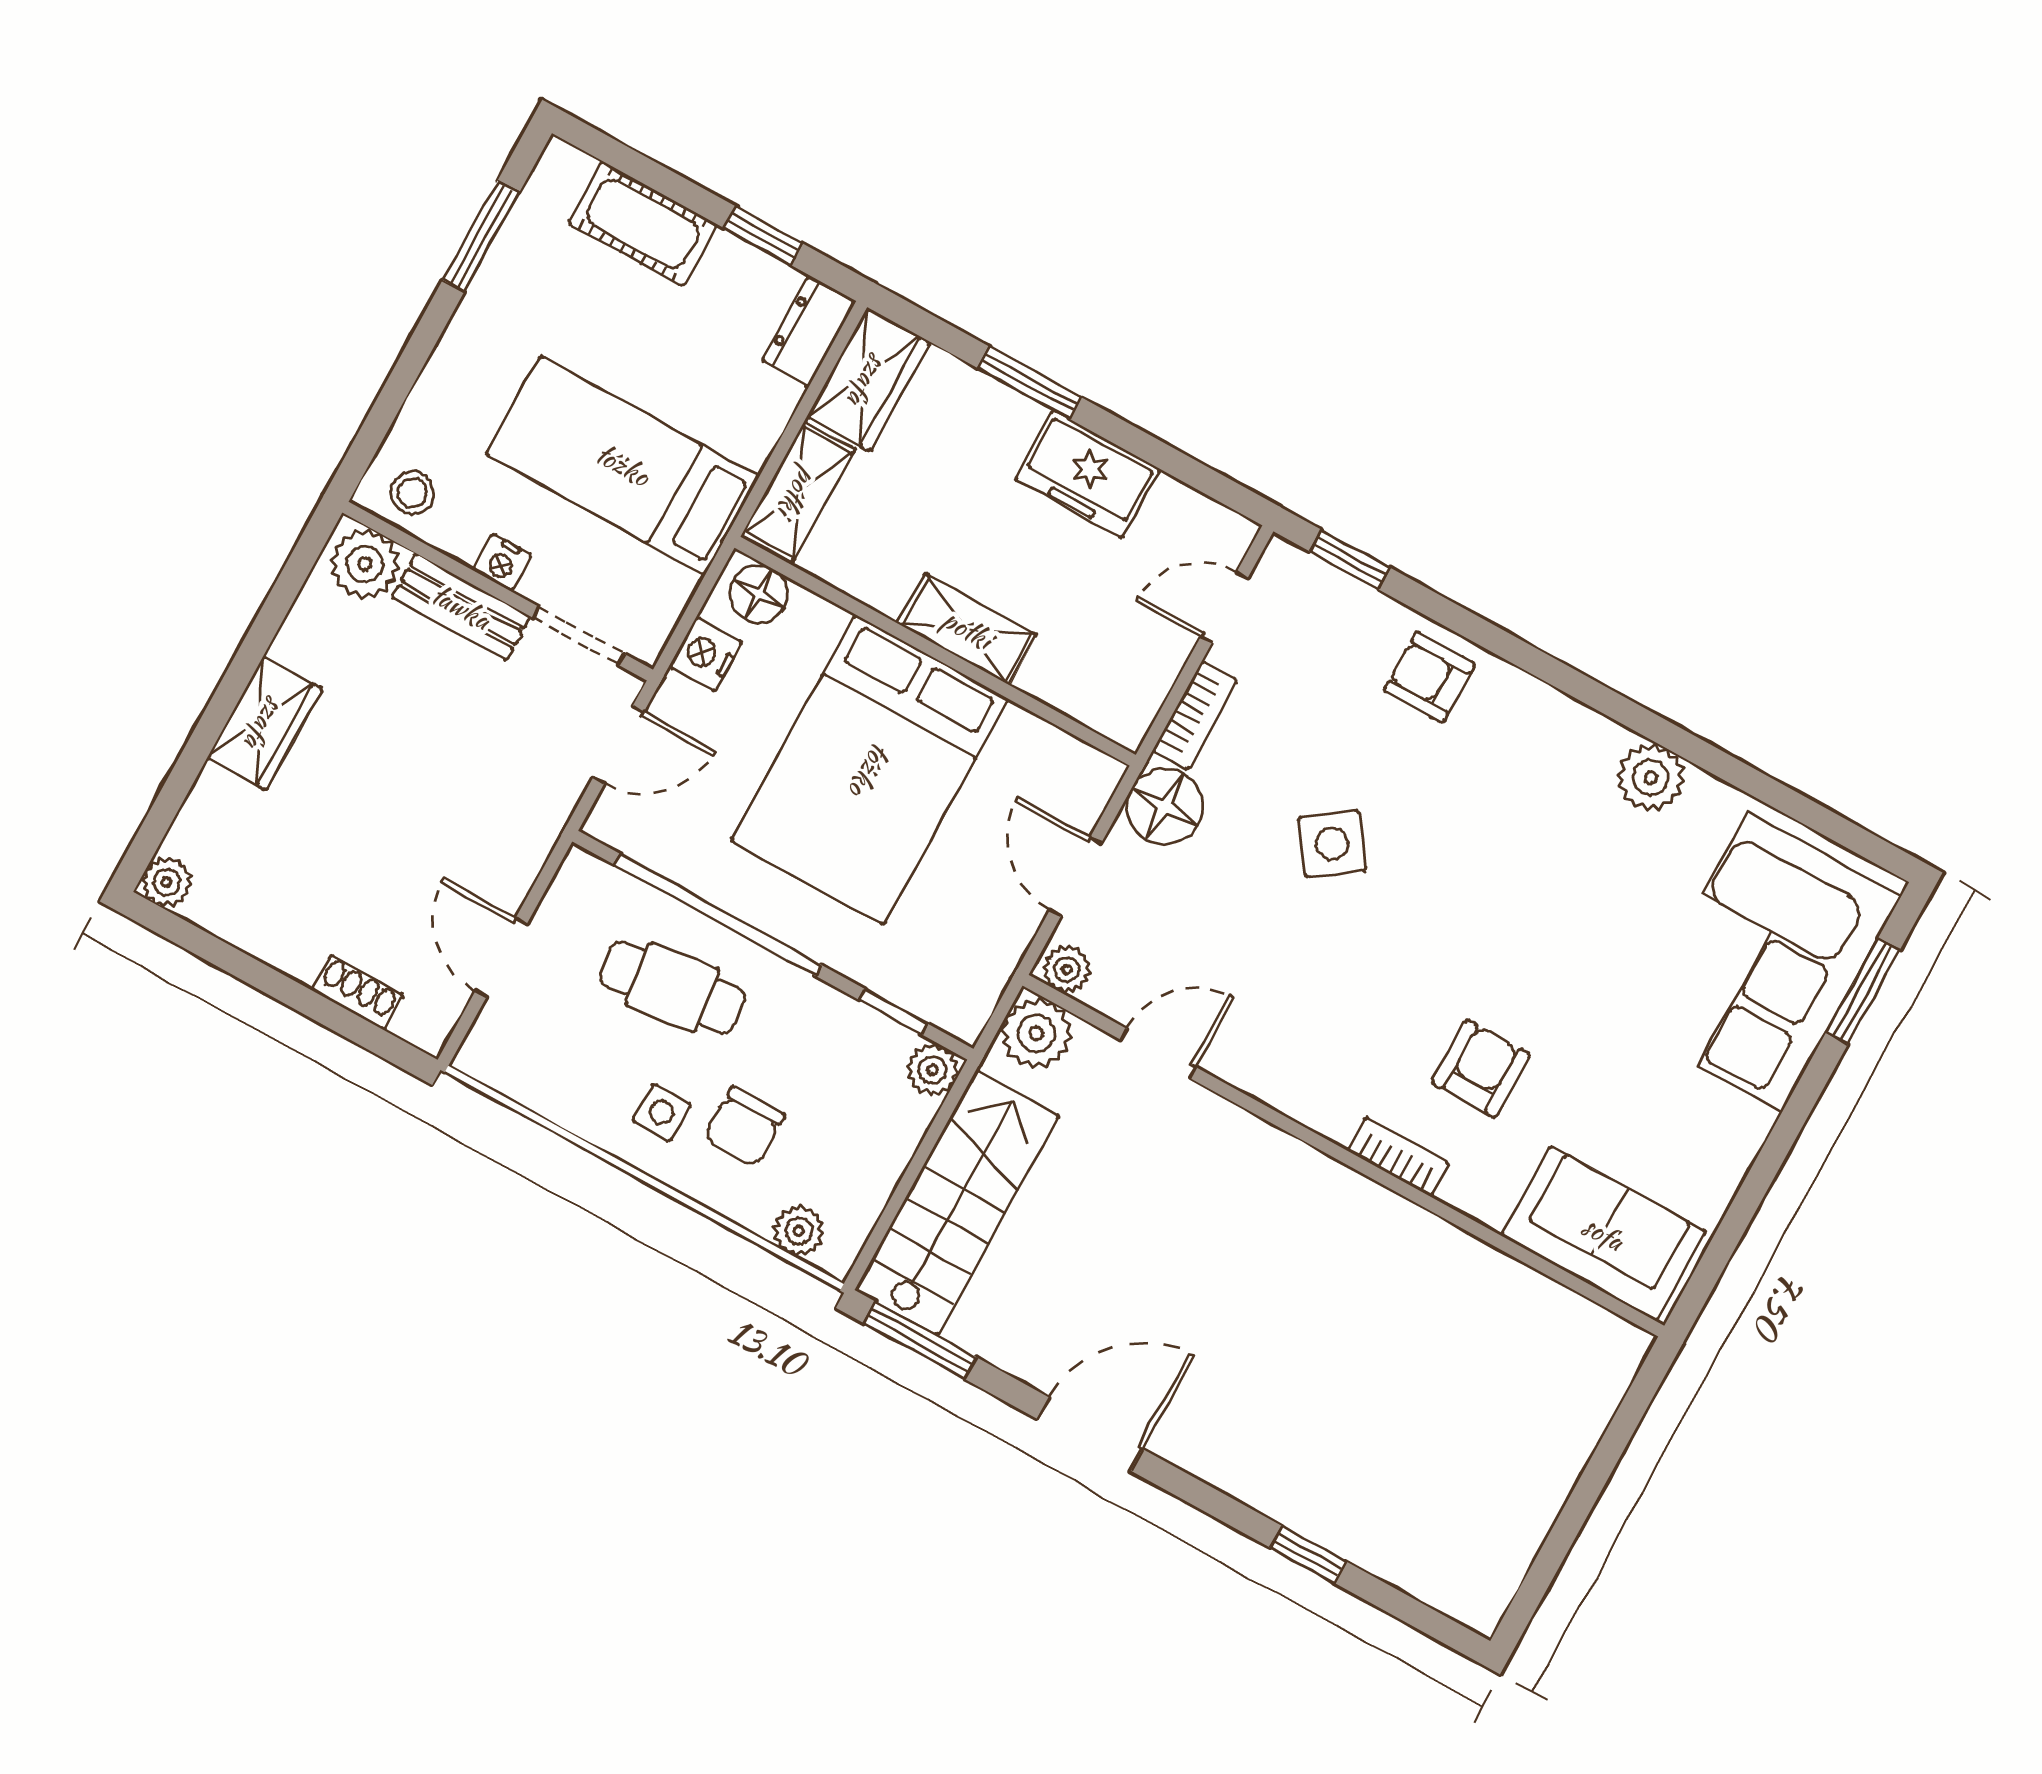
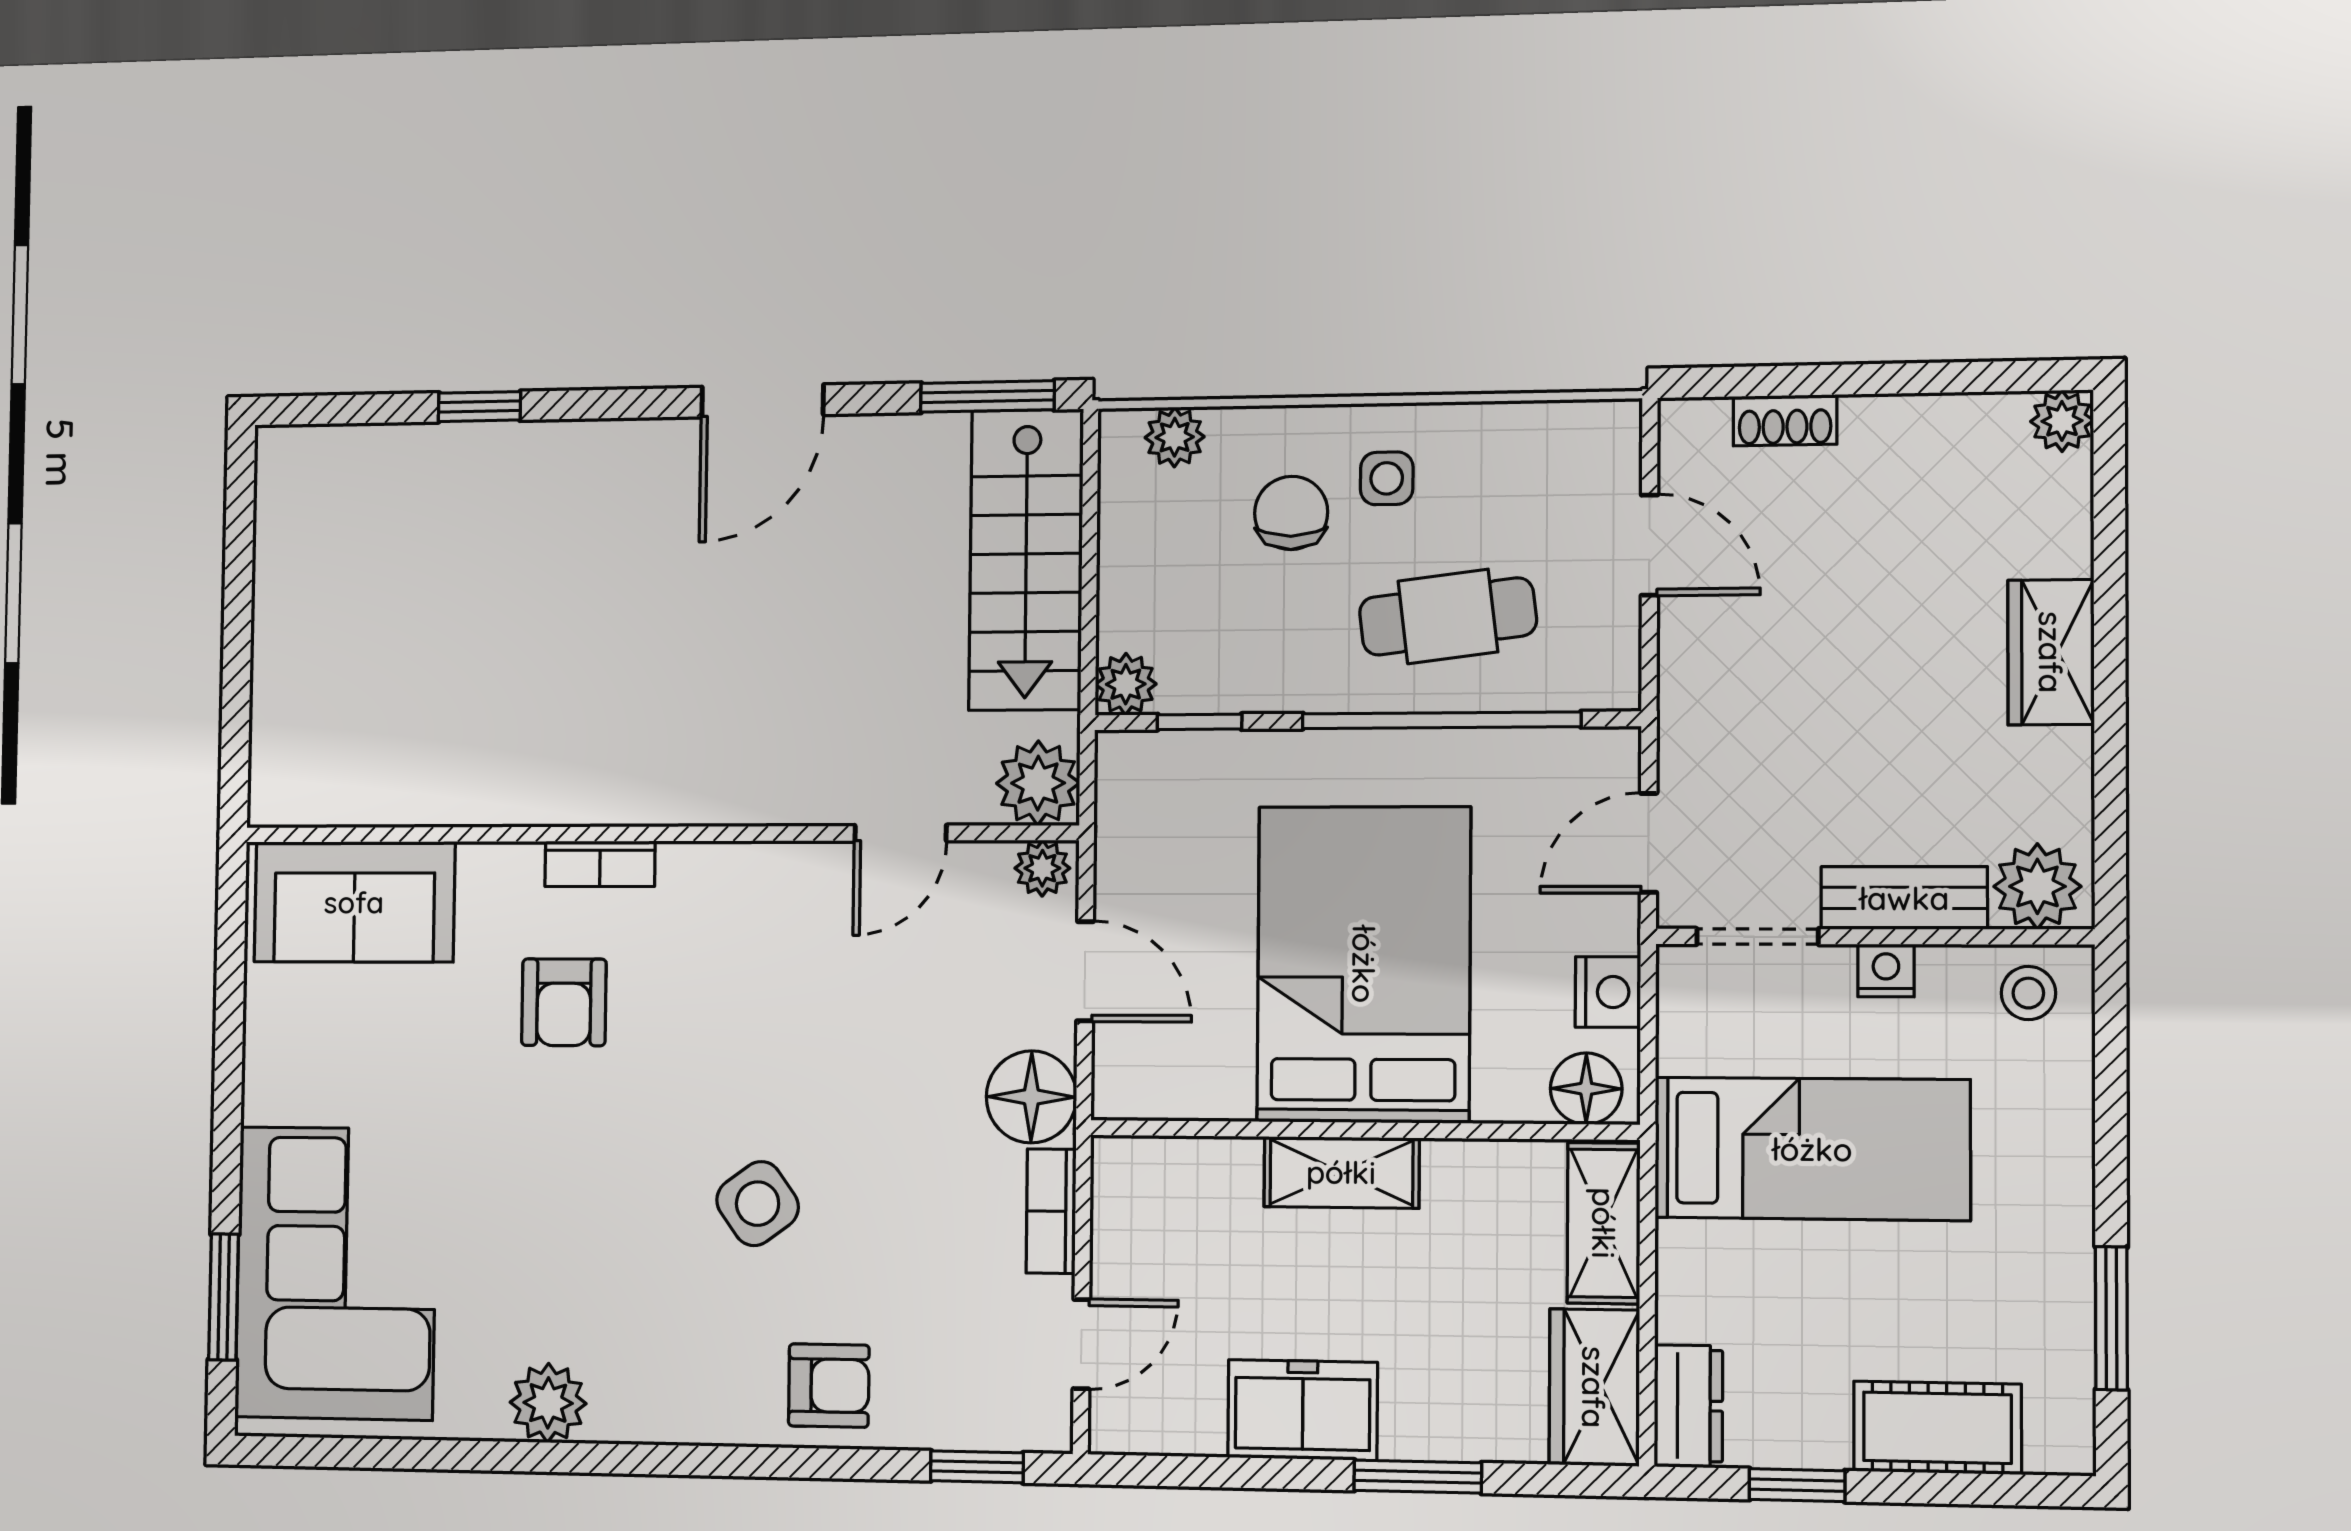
side table: (1332, 844) -> (758, 1204), moved

